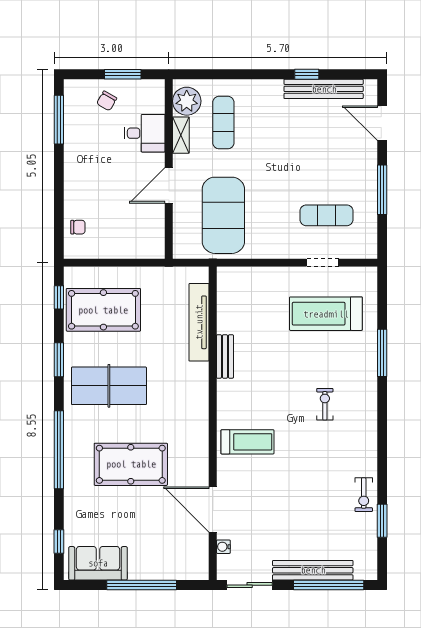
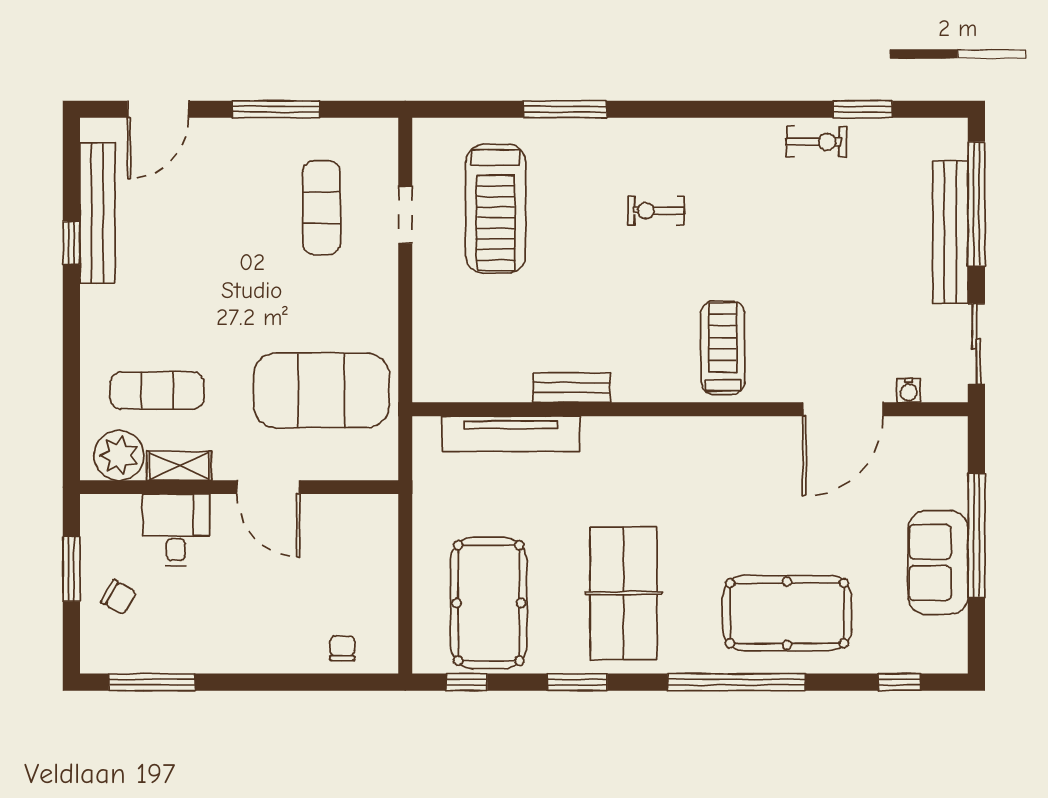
pool table: (131, 464) -> (787, 613), moved, turned 90
sofa: (98, 563) -> (938, 562), moved

